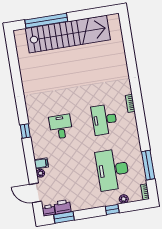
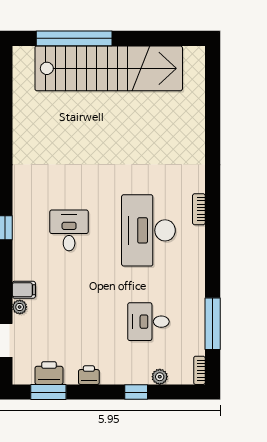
desk: (104, 120) -> (148, 230), width x1.36, depth x1.30
desk: (113, 170) -> (148, 322), width x0.53, depth x0.77
printer: (49, 210) -> (89, 375), moved

